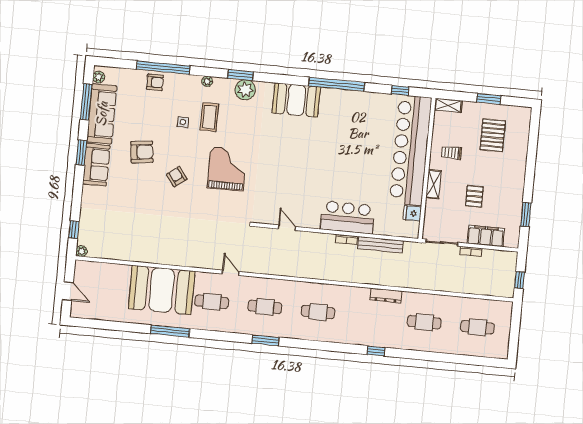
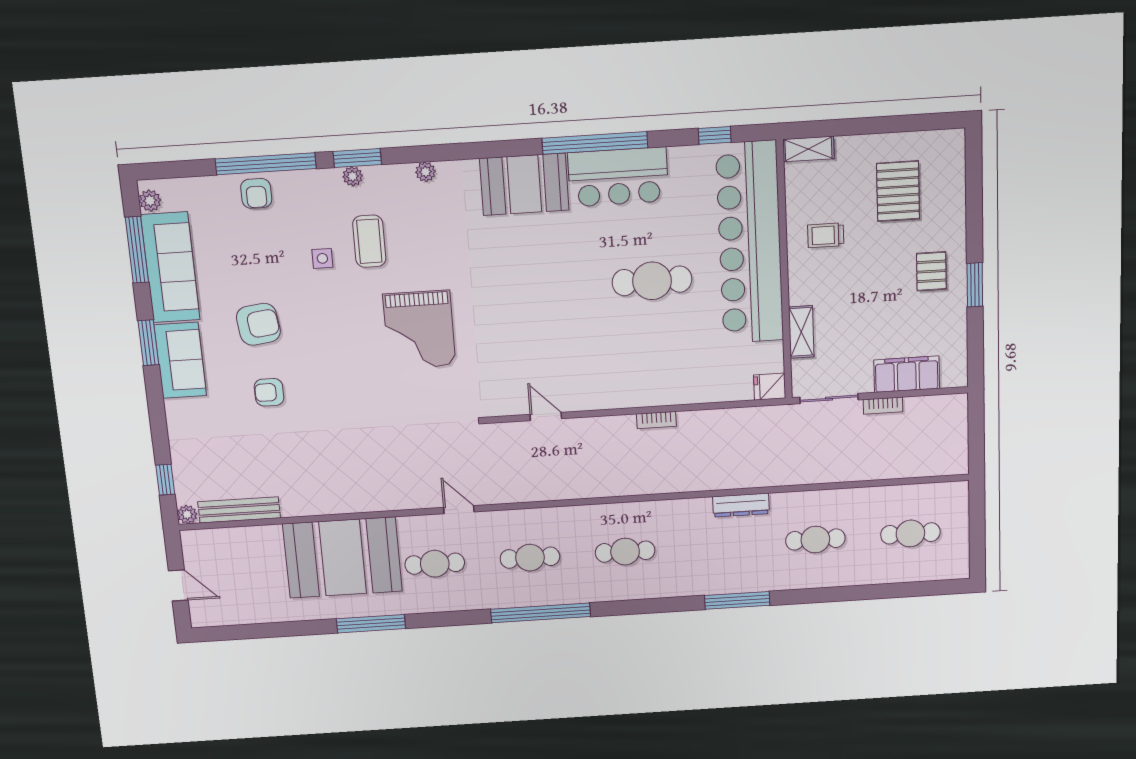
window: (240, 75) -> (357, 158), moved
armchair: (155, 82) -> (256, 193), turned 90
plant: (245, 90) -> (425, 172), width x0.53, depth x0.53
window: (489, 99) -> (883, 125), removed
cafe table: (356, 162) -> (652, 281), added
grand piano: (227, 169) -> (419, 330), turned 180
armchair: (177, 177) -> (269, 392), moved, turned -53
shelving: (434, 184) -> (801, 332), moved
pallet: (474, 196) -> (931, 271), moved
fridge: (412, 213) -> (770, 387), moved
window: (526, 215) -> (975, 285), moved
bar counter: (347, 217) -> (618, 177), moved, turned 180
bench: (380, 245) -> (239, 510), moved
window: (520, 280) -> (976, 441), removed
window: (265, 340) -> (541, 613), width x2.11
window: (376, 351) -> (737, 600), width x2.17

